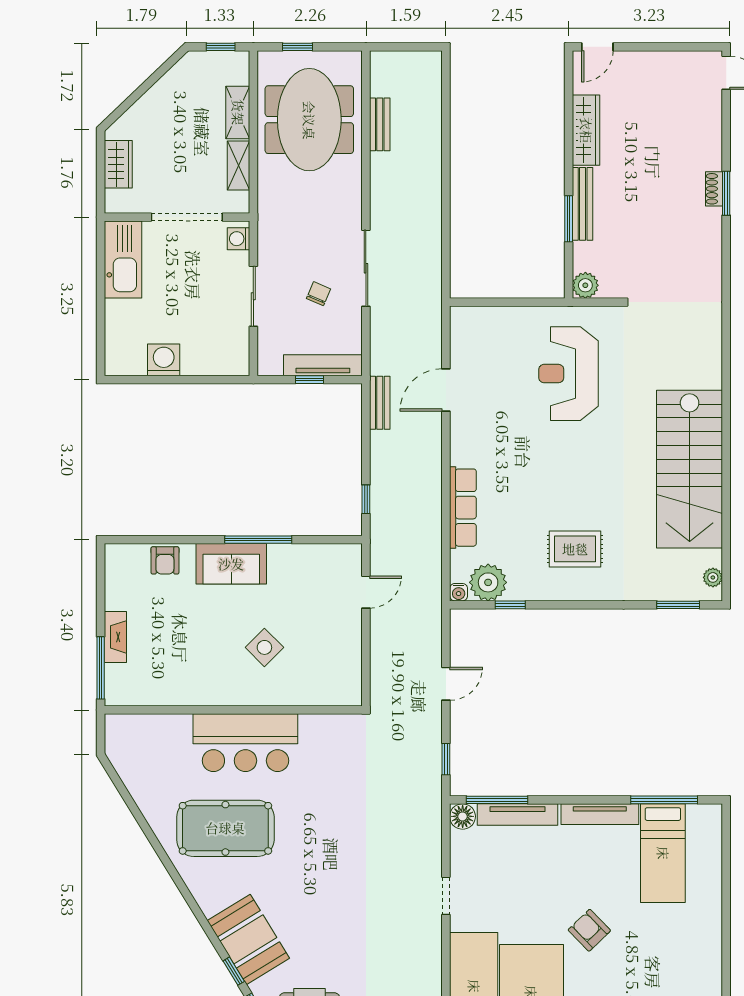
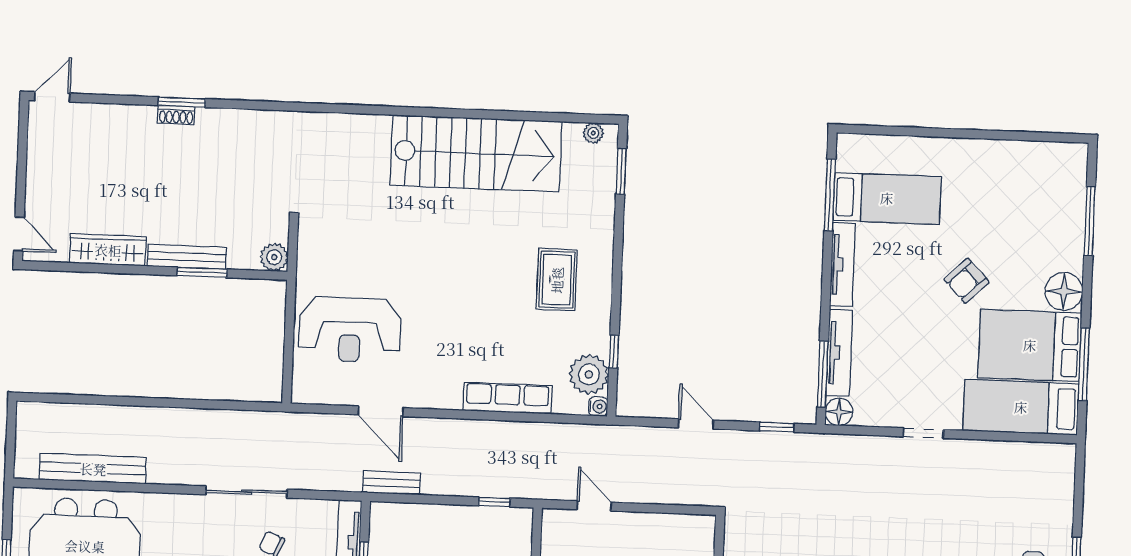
bench: (380, 124) -> (93, 469), width x1.86, depth x1.21
reception desk: (568, 374) -> (350, 330), moved

